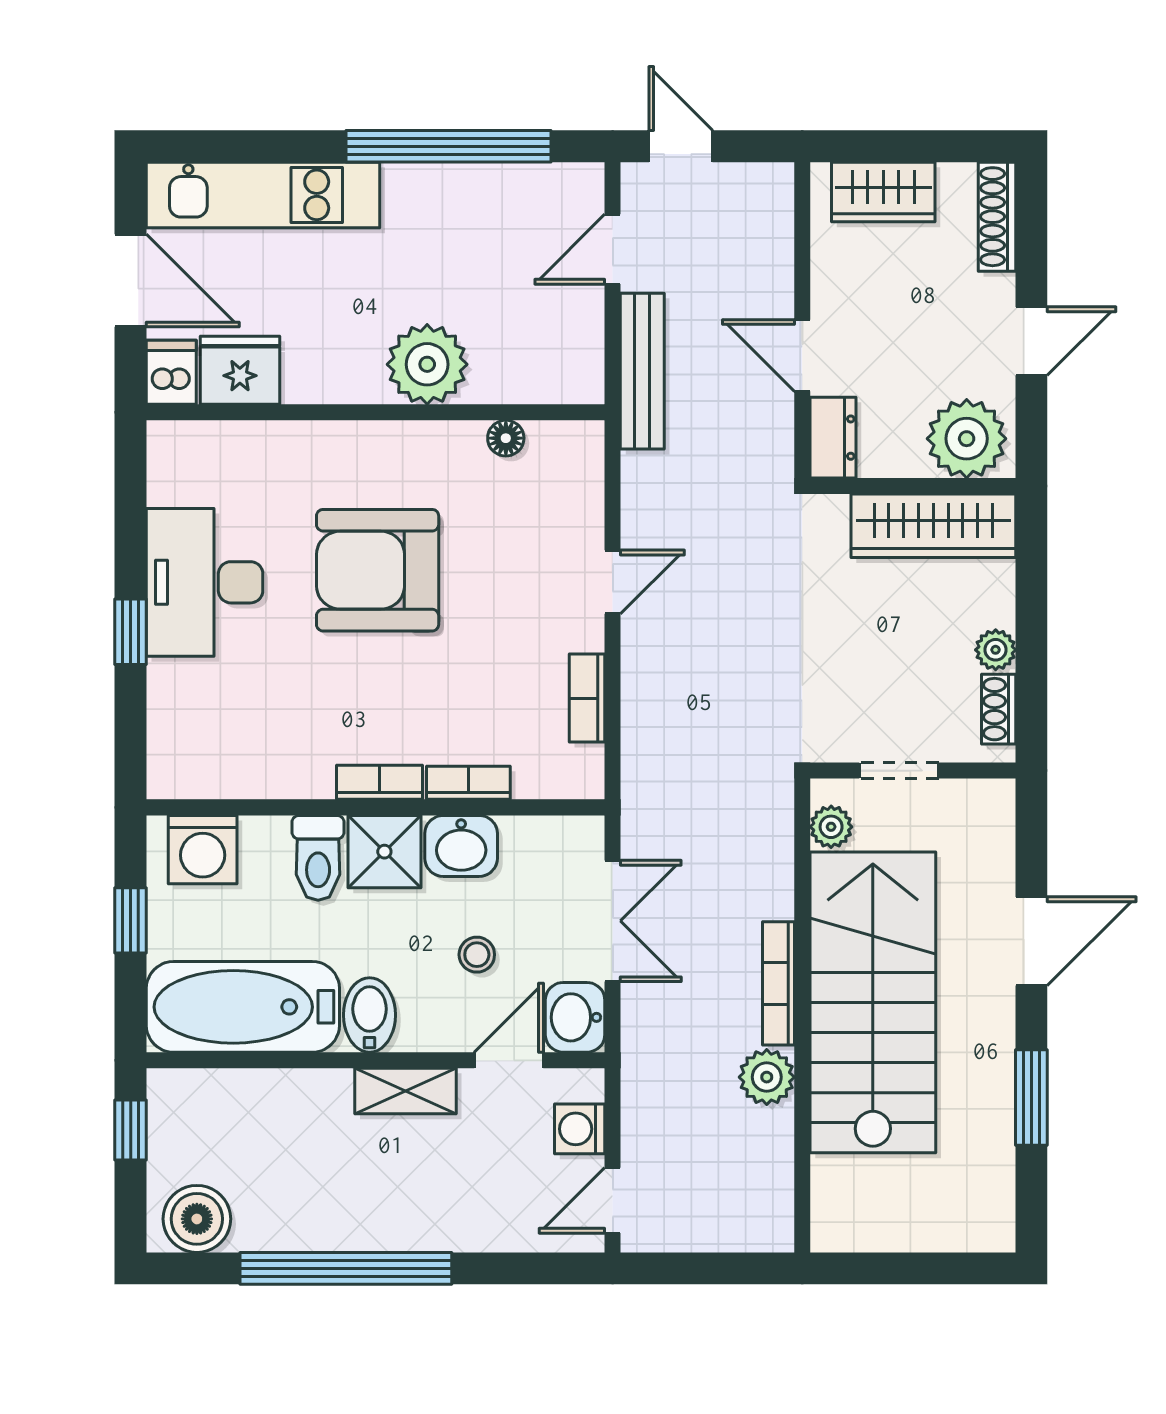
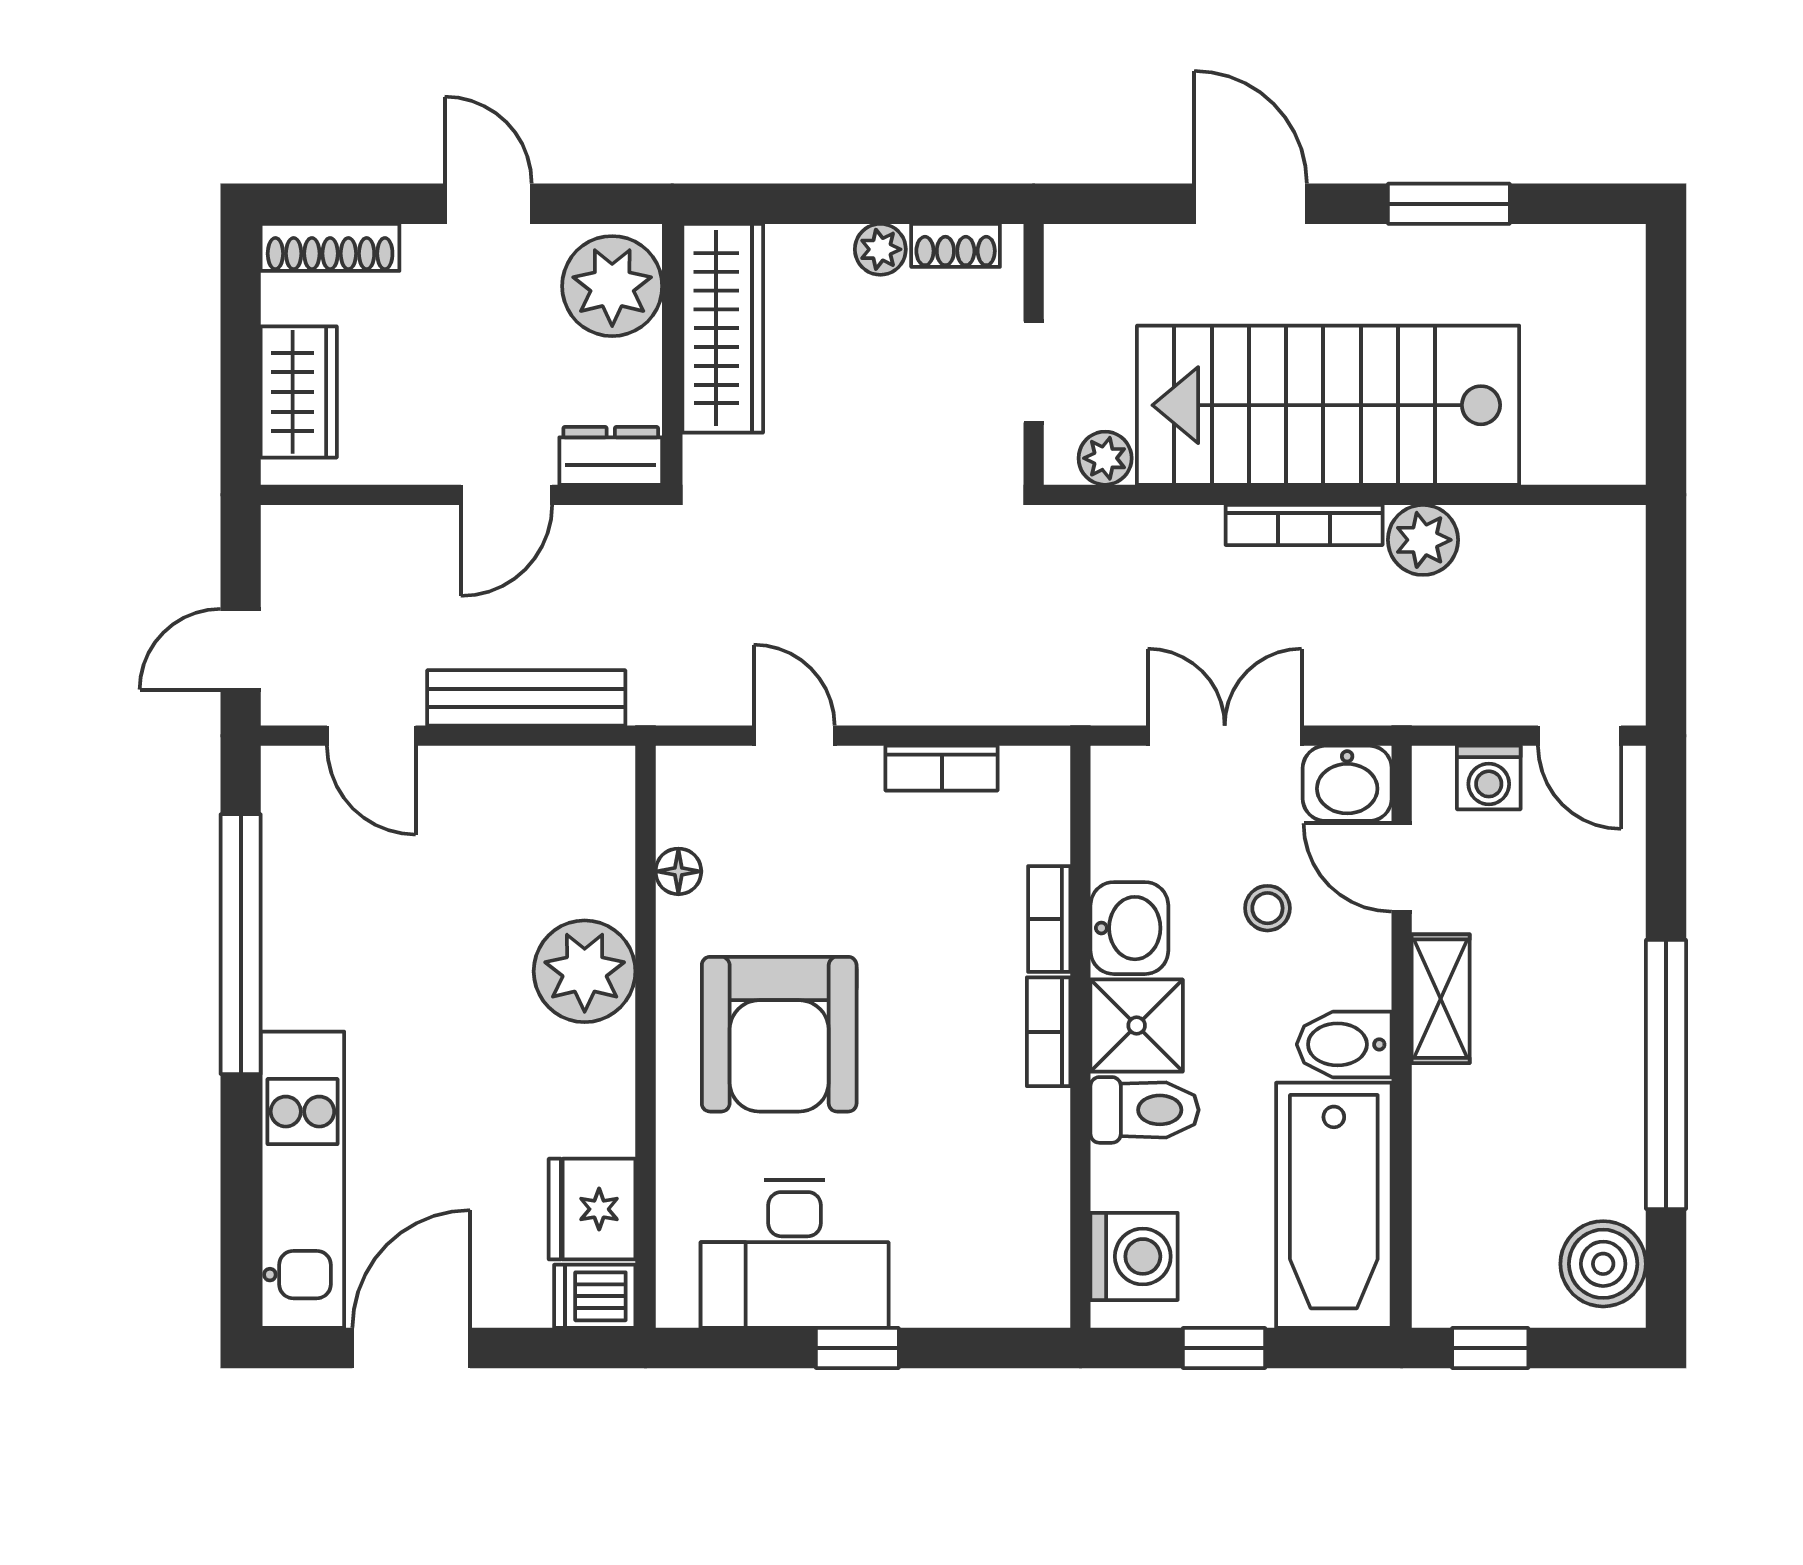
plant: (427, 364) -> (585, 971), moved
fridge: (240, 370) -> (592, 1209), moved
dishwasher: (171, 372) -> (595, 1296), moved
wall: (376, 412) -> (645, 1037), moved
floor lamp: (506, 438) -> (678, 871), moved

